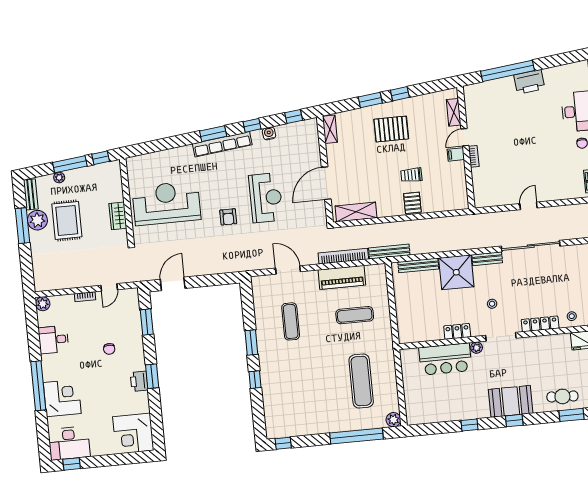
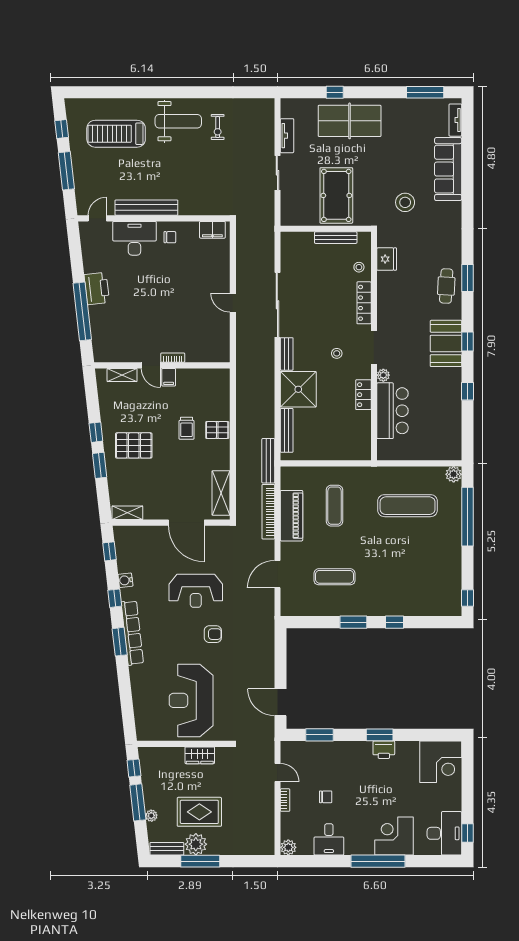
pallet: (391, 129) -> (134, 445), turned 90
reception desk: (266, 198) -> (196, 591), turned 180
chair: (109, 349) -> (326, 797), moved

